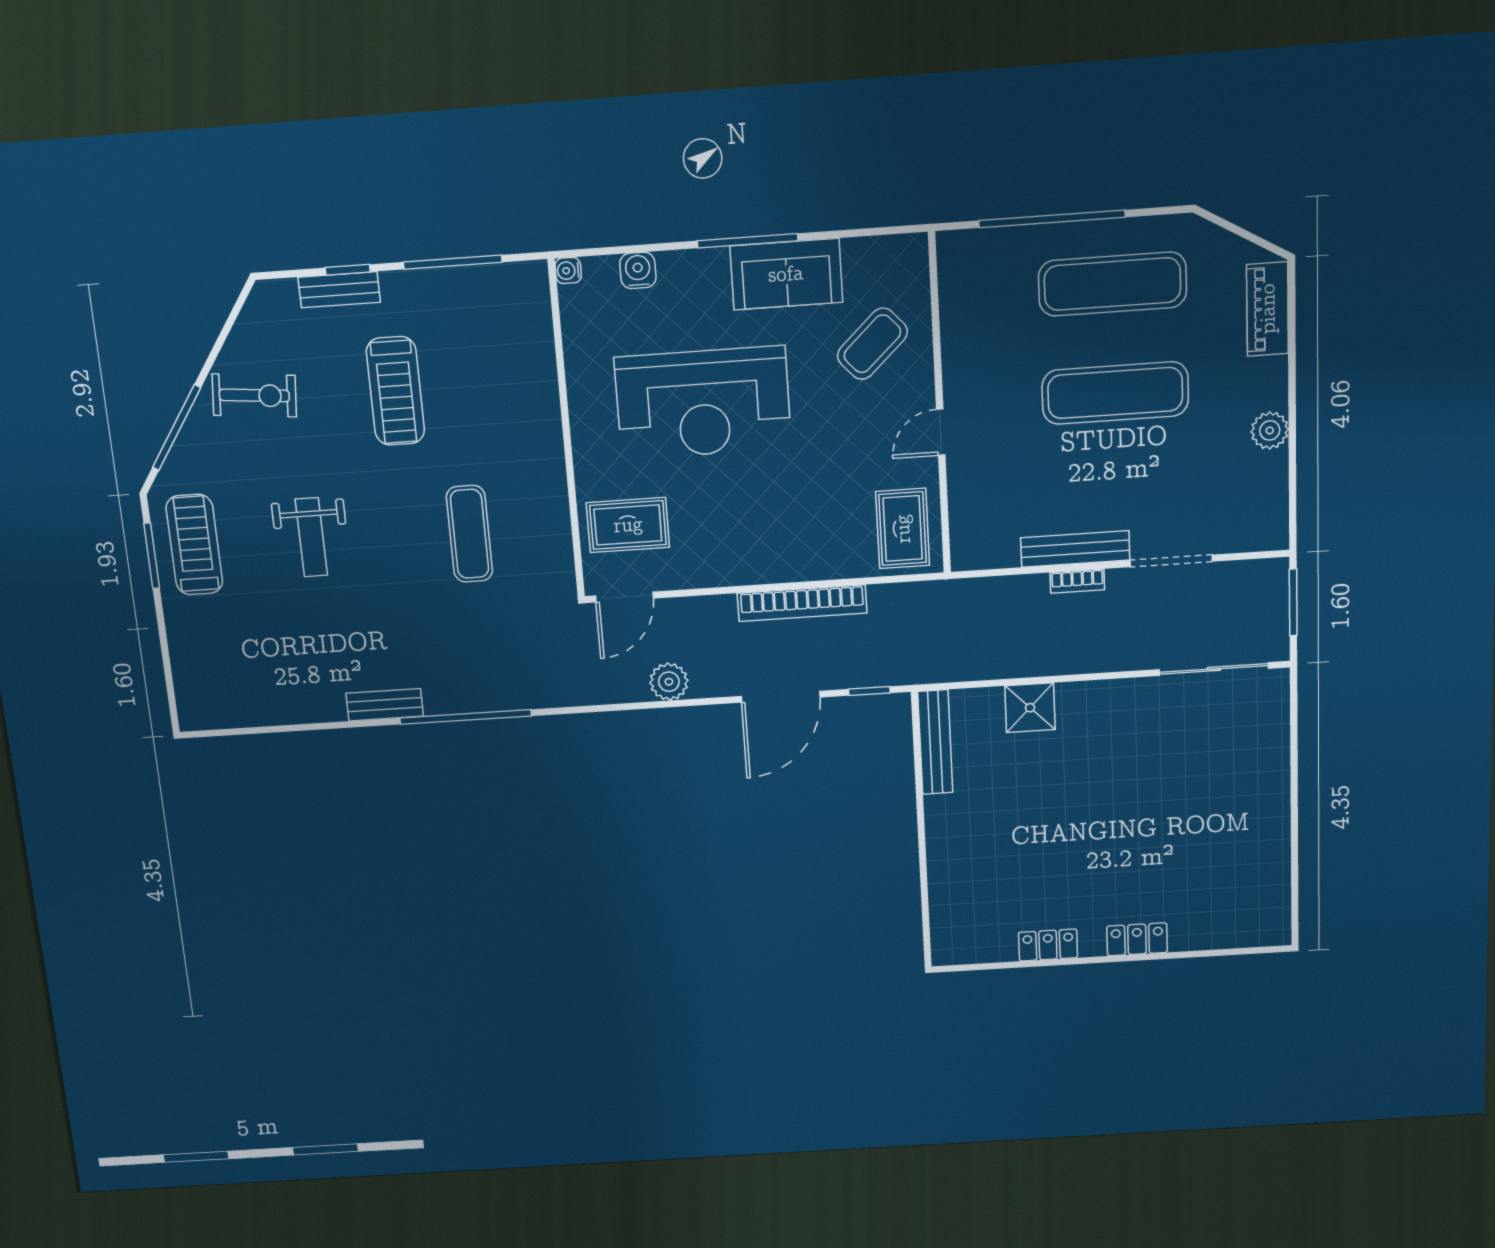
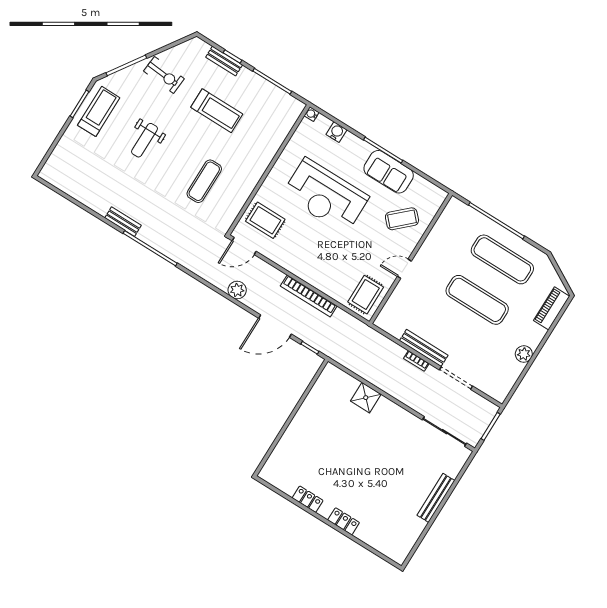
treadmill: (395, 391) -> (217, 111), turned -90
bench: (935, 742) -> (436, 498), moved

